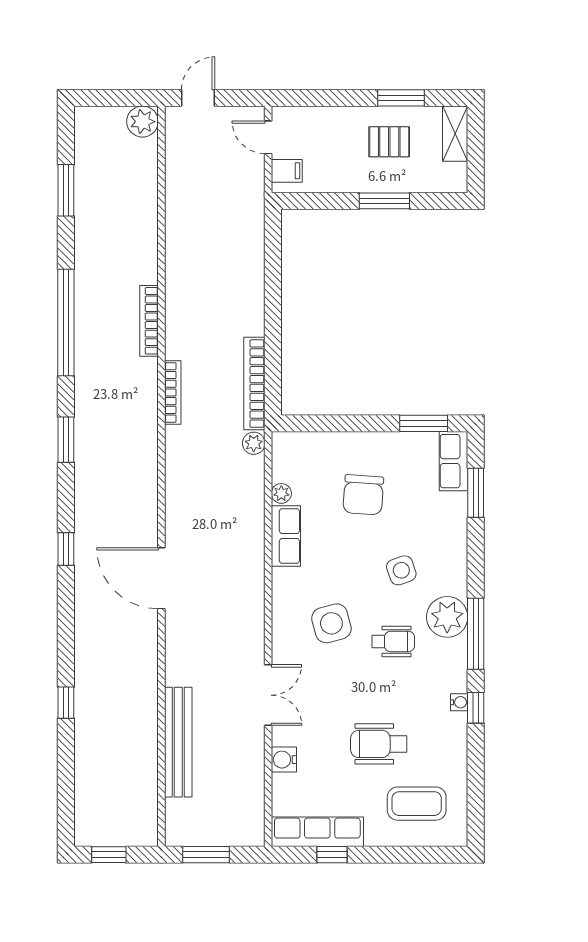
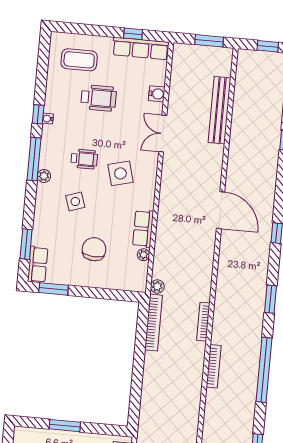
plant: (447, 617) -> (44, 176), width x0.53, depth x0.53
wheelchair: (393, 641) -> (84, 159), turned 180

